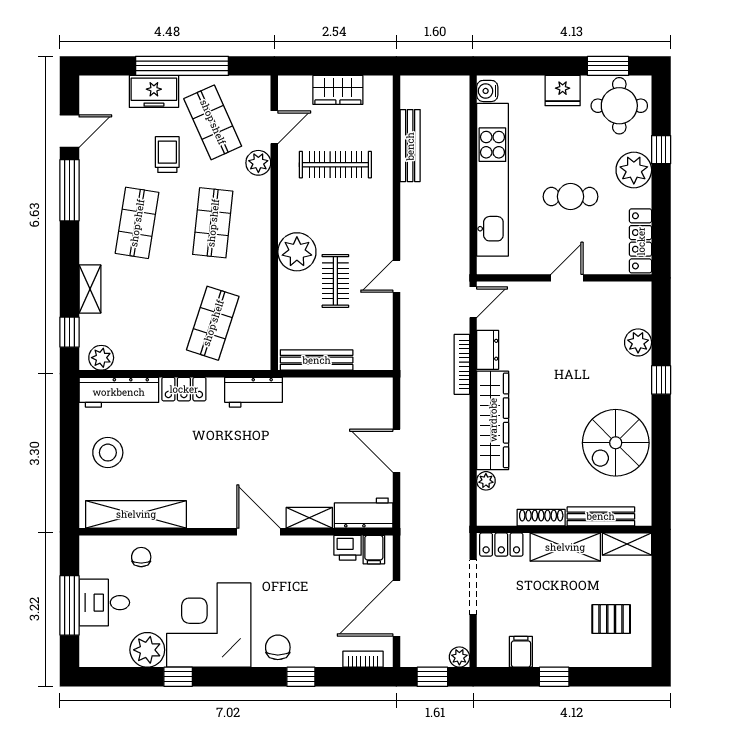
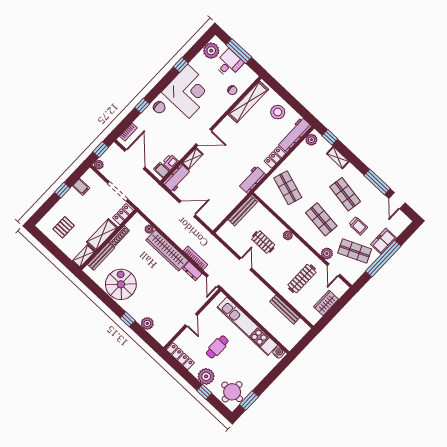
fridge: (563, 91) -> (255, 378), removed
plant: (297, 252) -> (288, 235), width x0.53, depth x0.53
plant: (147, 650) -> (211, 51), moved

